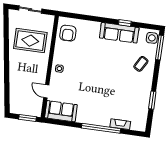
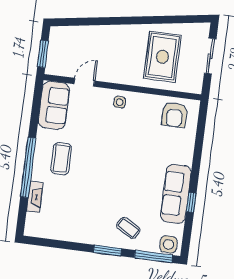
armchair: (68, 33) -> (174, 115), turned -90
window: (152, 100) -> (108, 250), moved
coffee table: (96, 107) -> (61, 159), added

